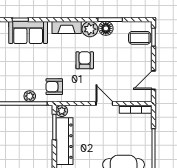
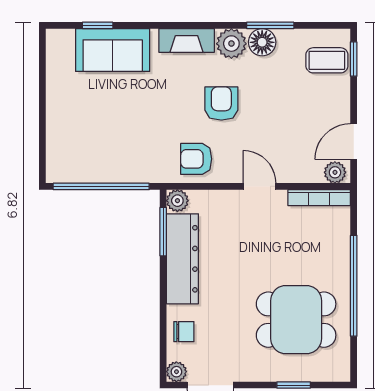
armchair: (54, 87) -> (196, 159), moved
plant: (30, 96) -> (335, 172), moved

